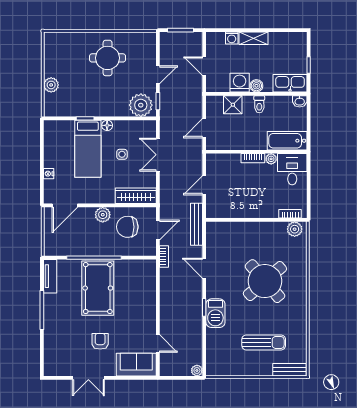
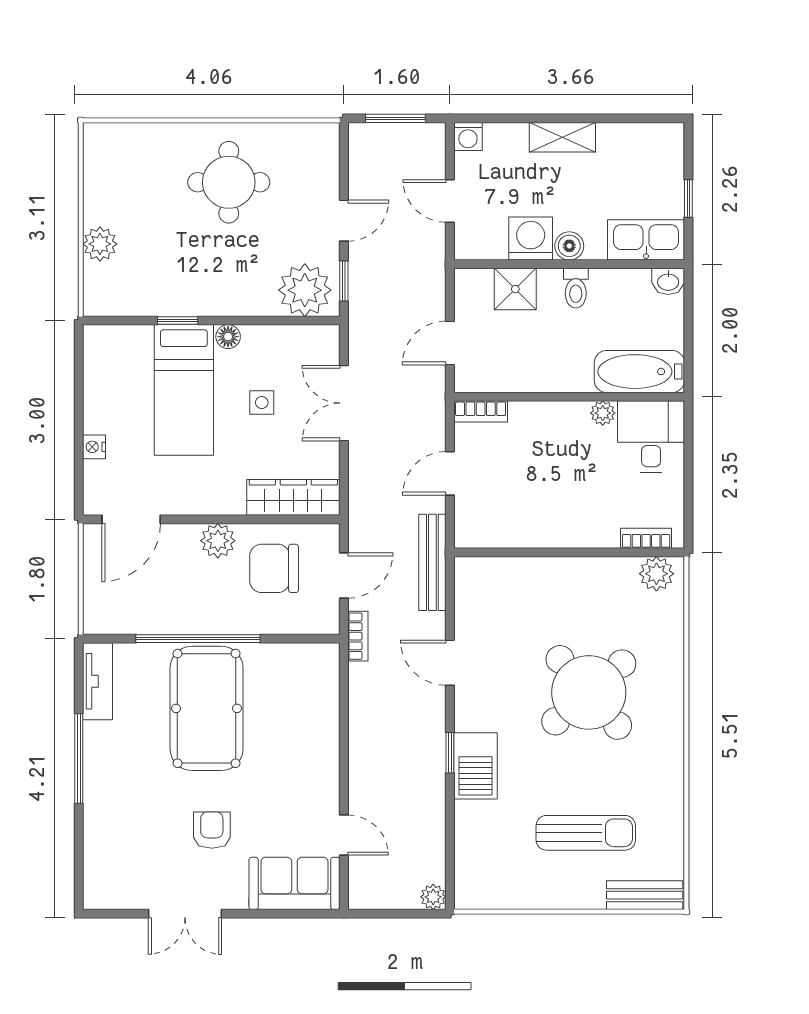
washing machine: (232, 38) -> (468, 136), moved
bookcase: (253, 158) -> (481, 411), moved

